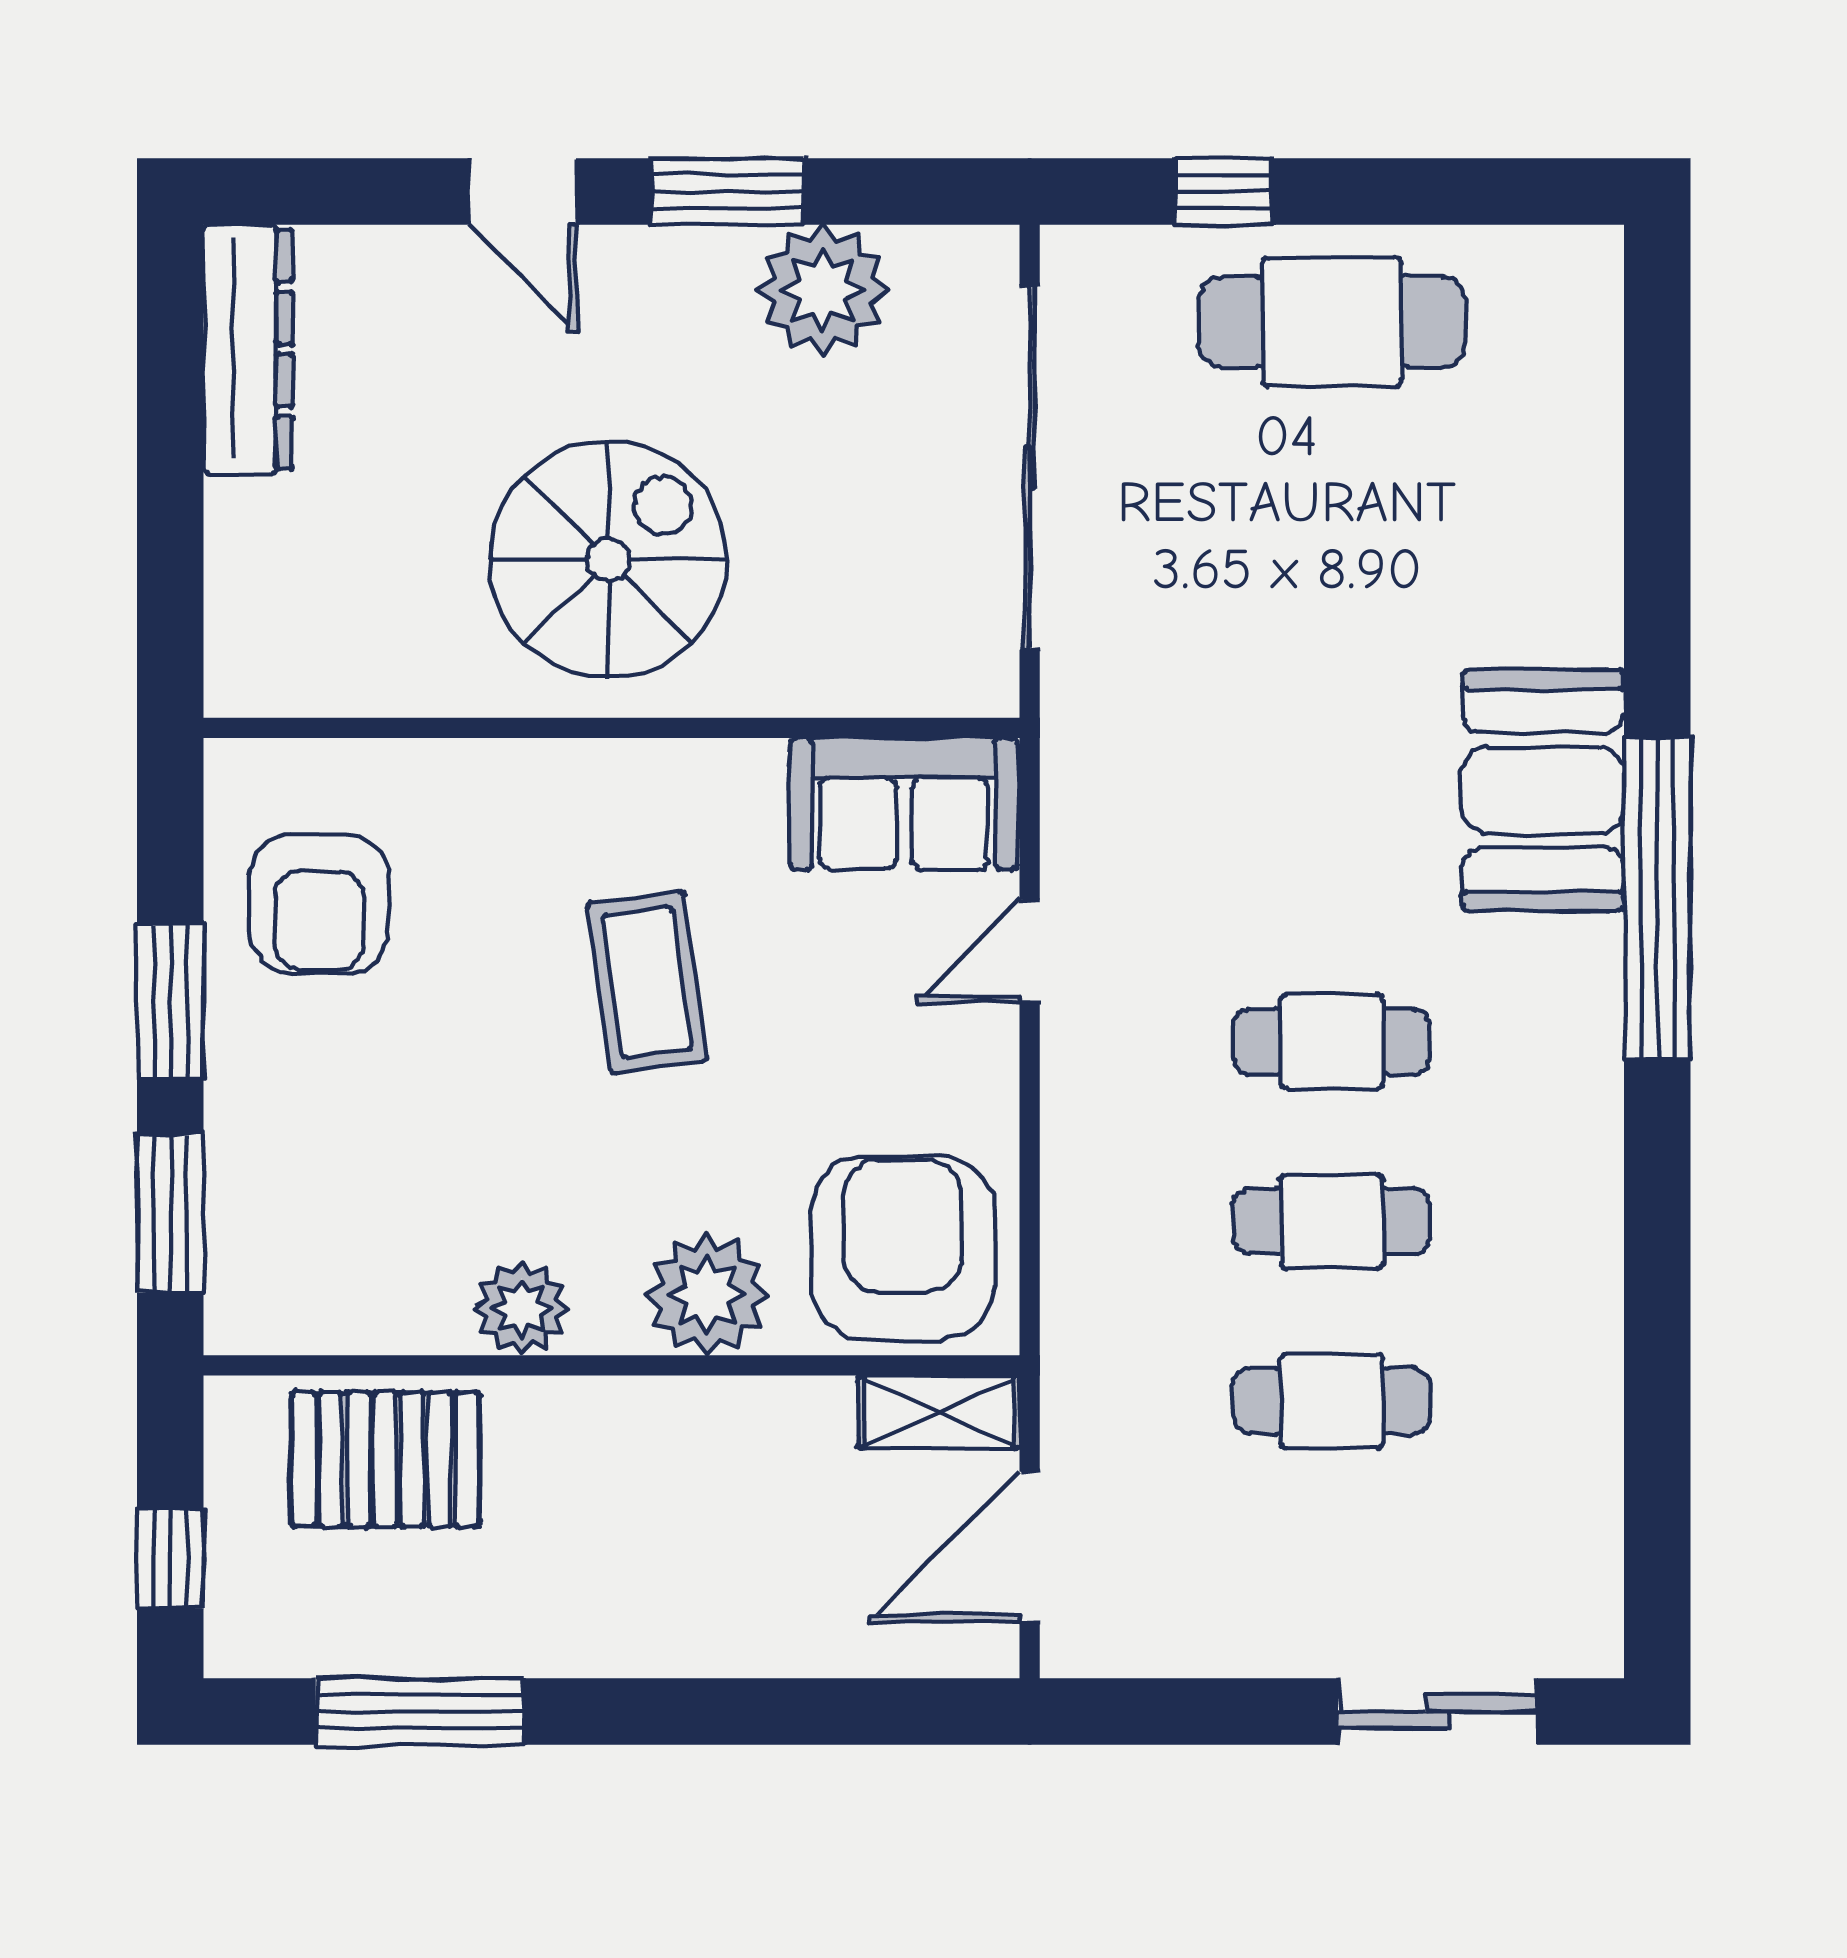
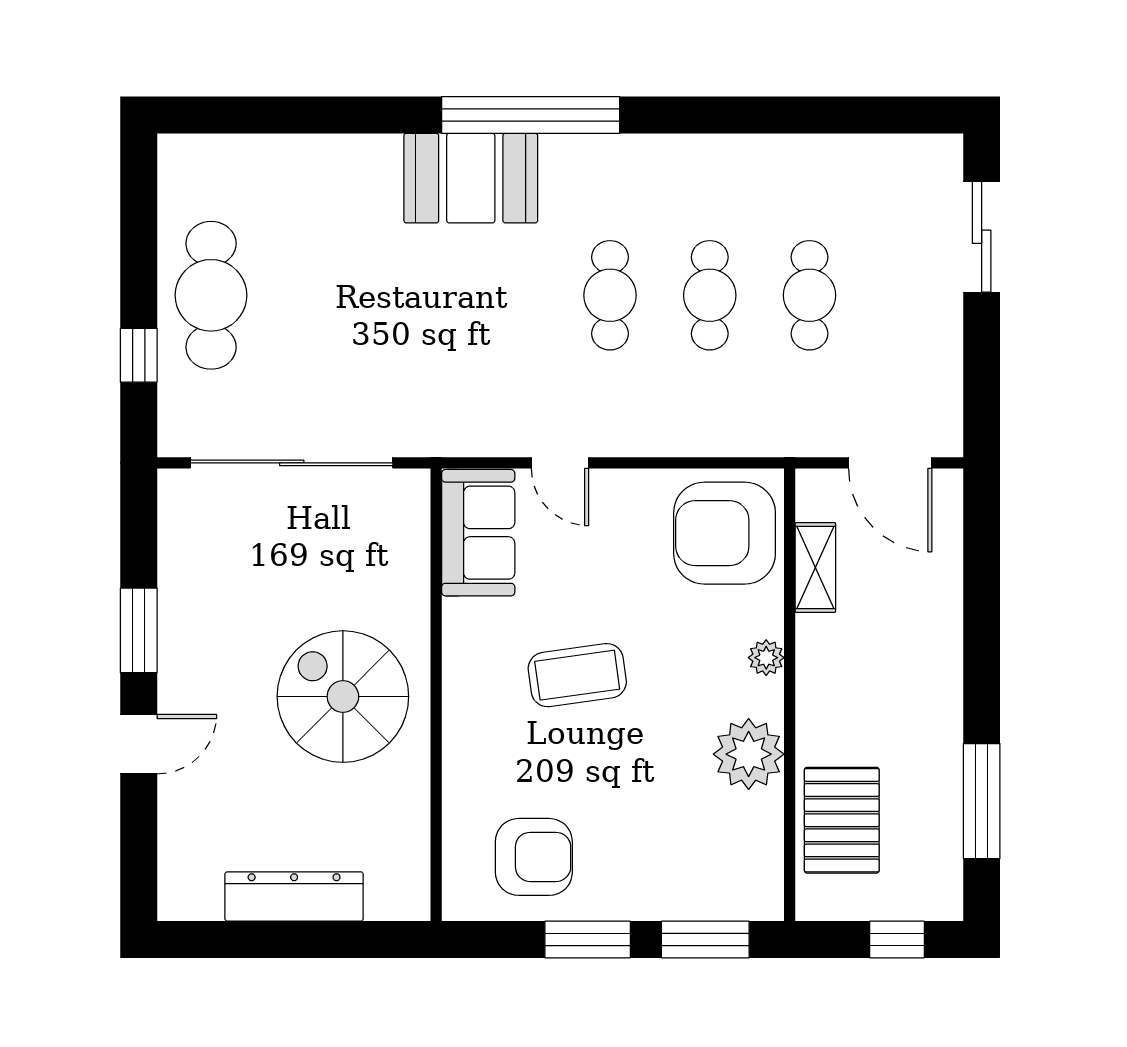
plant: (823, 290) -> (193, 578), removed
dresser: (248, 349) -> (294, 896), moved
plant: (707, 1295) -> (766, 658), width x0.53, depth x0.53
plant: (522, 1309) -> (749, 754), width x1.36, depth x1.36
shelving: (939, 1412) -> (815, 567), moved

